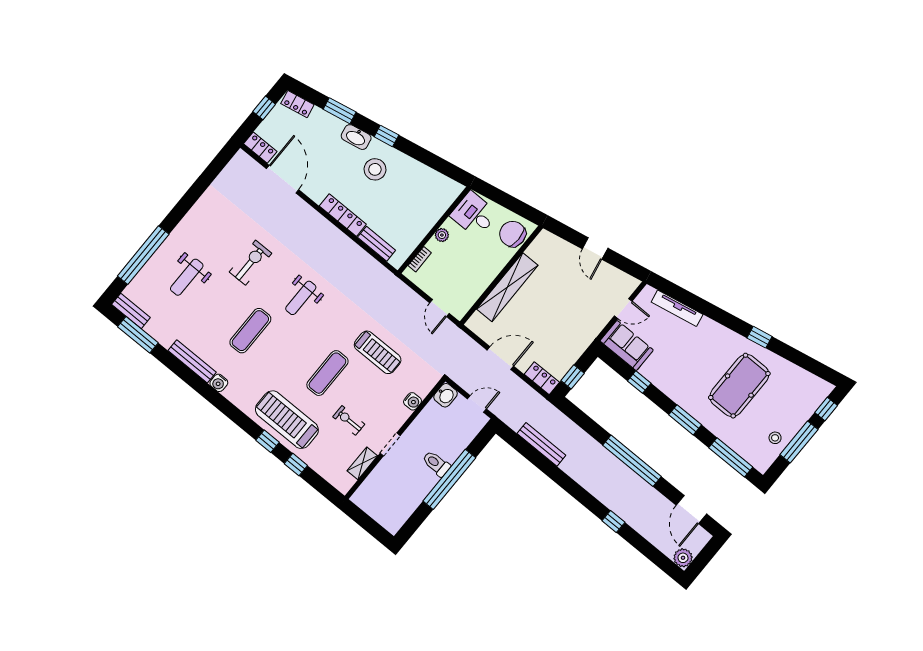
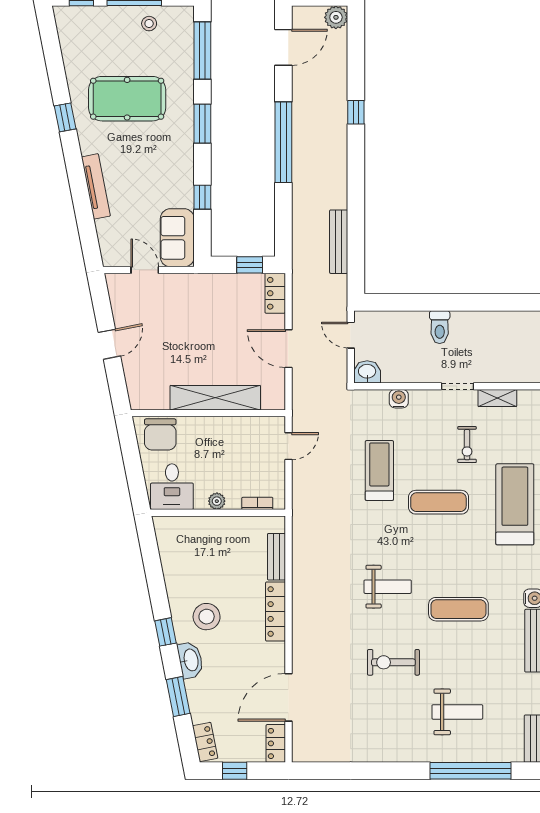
tv unit: (677, 308) -> (96, 186), moved
treadmill: (287, 420) -> (515, 504), turned 180
window: (449, 479) -> (444, 302), removed

